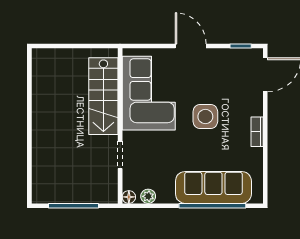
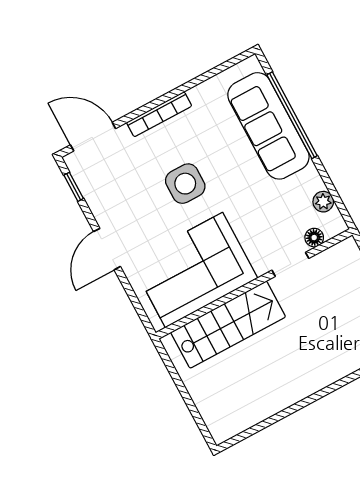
bookcase: (257, 132) -> (159, 114), width x1.56
floor lamp: (129, 197) -> (314, 238), moved

